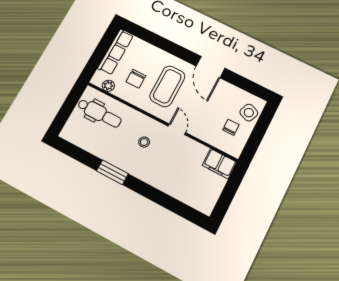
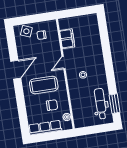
dental chair: (99, 113) -> (101, 104), moved
filing cabinet: (219, 164) -> (67, 39), moved
window: (112, 172) -> (115, 104), moved

